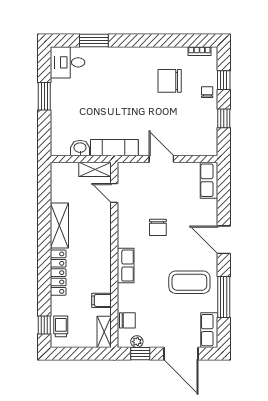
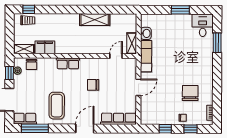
row of seats: (209, 180) -> (119, 119), width x1.48
locker: (58, 273) -> (63, 19), removed
window: (224, 297) -> (35, 128), moved
filing cabinet: (101, 300) -> (45, 47), width x2.00

